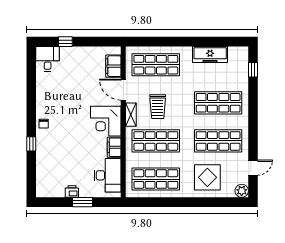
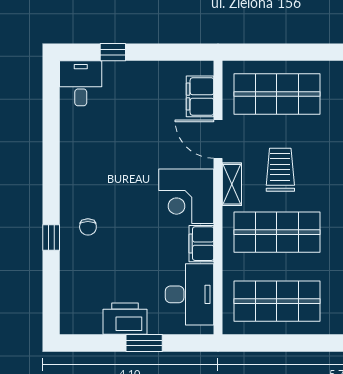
trolley: (158, 107) -> (280, 170), turned 180
chair: (44, 124) -> (88, 227), moved
printer: (72, 191) -> (125, 319), width x1.87, depth x1.48

